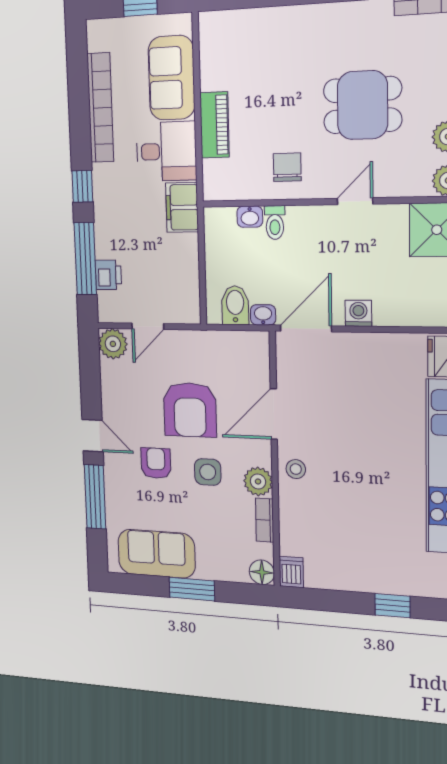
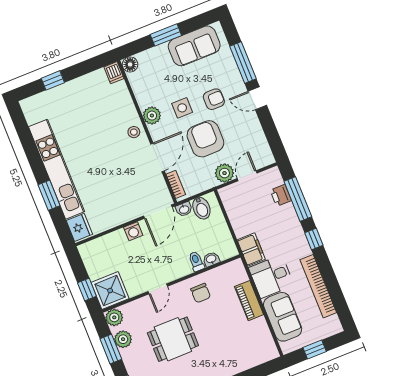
plant: (113, 344) -> (224, 173), moved
armchair: (156, 463) -> (214, 99), turned -90
bookcase: (265, 520) -> (176, 184), moved

